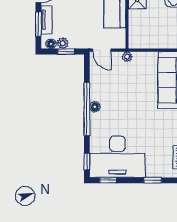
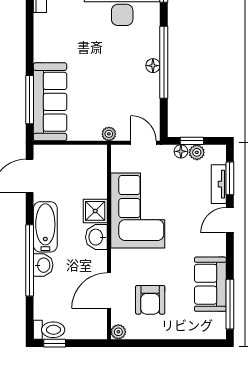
floor lamp: (51, 44) -> (181, 151), moved

